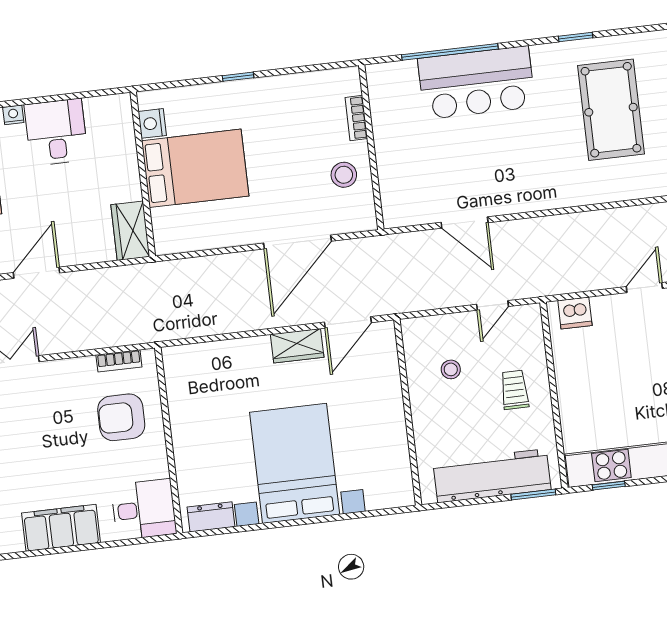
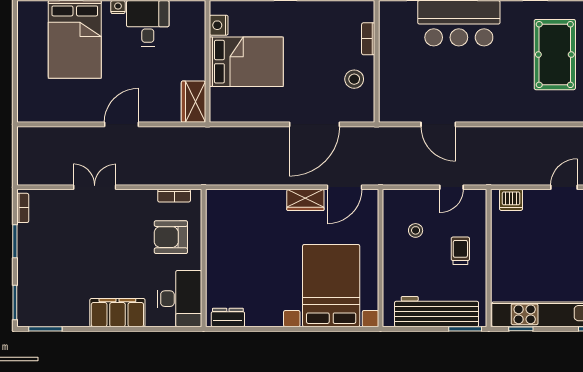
bed with nightstands: (295, 463) -> (331, 286), moved
desk: (144, 509) -> (179, 299), width x1.37

